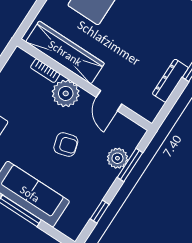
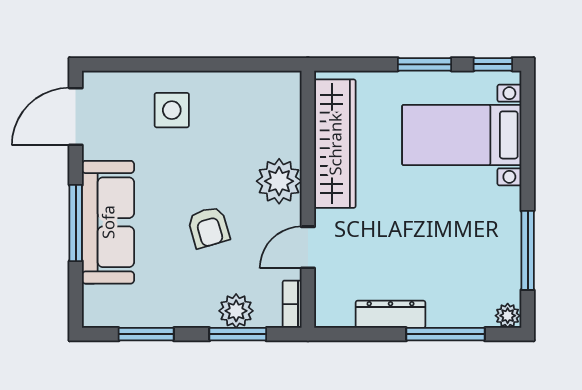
bookcase: (45, 71) -> (292, 304), moved
window: (100, 212) -> (146, 334), width x1.50

